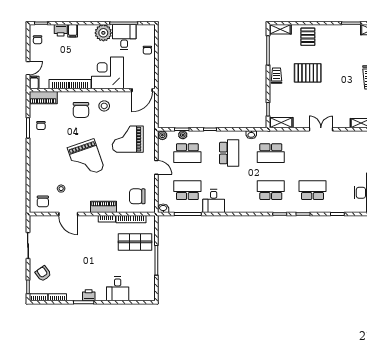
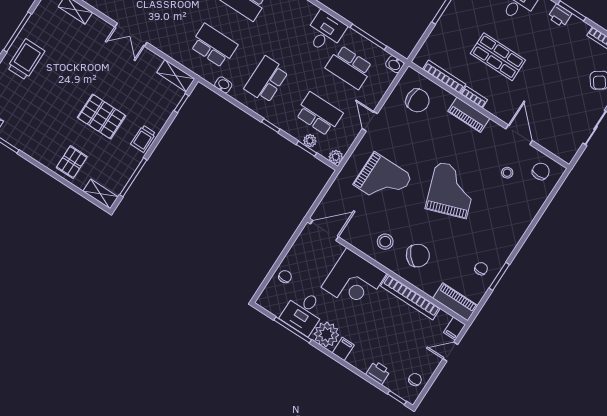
filing cabinet: (73, 31) -> (343, 349), moved
chair: (81, 110) -> (418, 256), turned 48
shop shelf: (135, 242) -> (498, 57), moved

